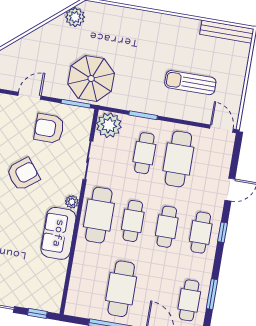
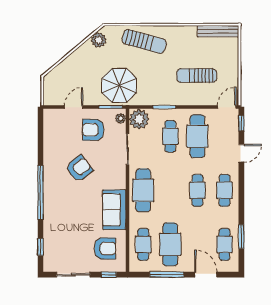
sun lounger: (132, 29) -> (144, 41), added
door: (221, 129) -> (227, 107), hinge flipped
plant: (72, 202) -> (121, 118), moved
cafe table: (133, 221) -> (143, 244), moved
window: (223, 232) -> (241, 123), moved
armchair: (38, 280) -> (105, 249), added

